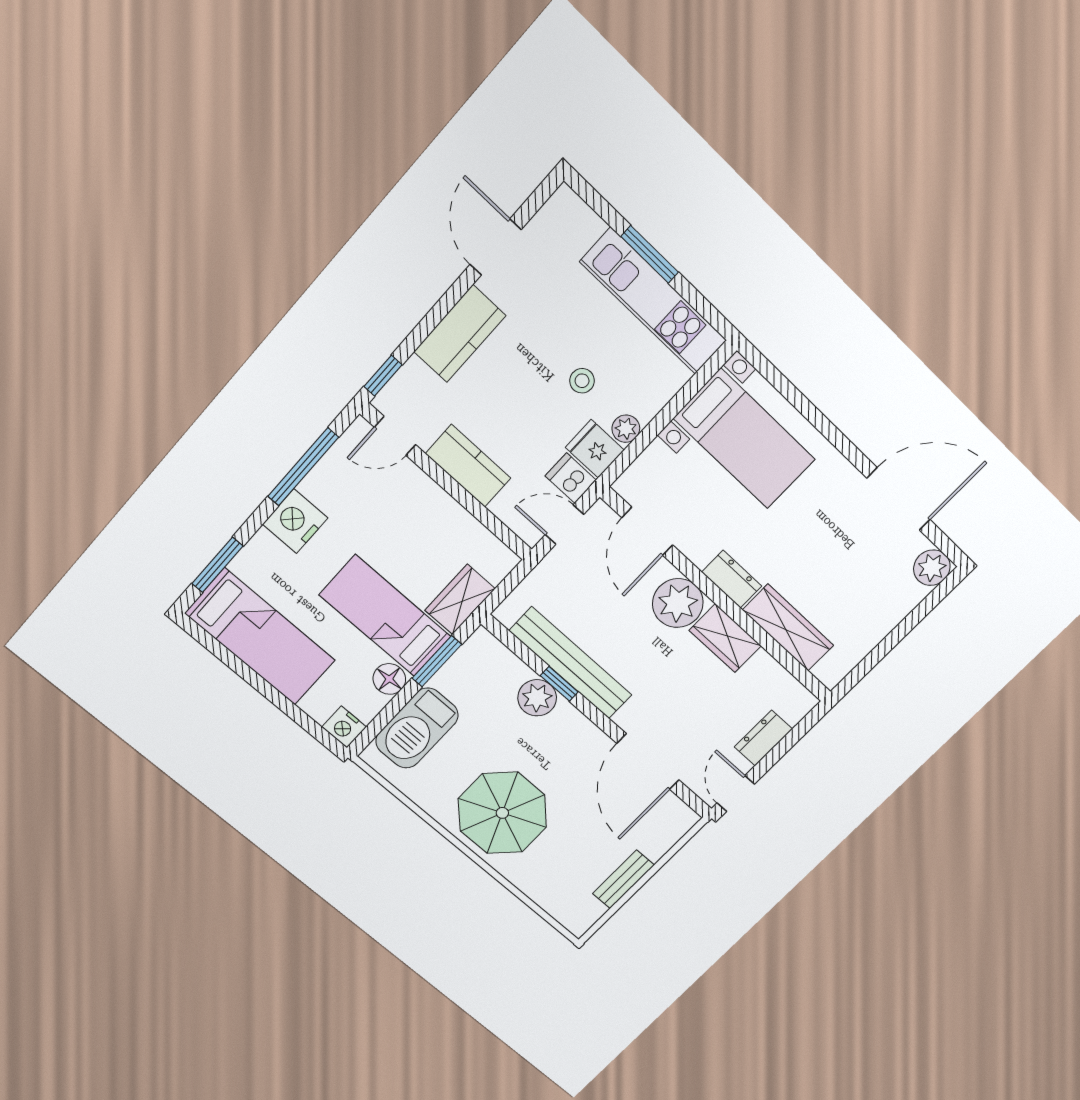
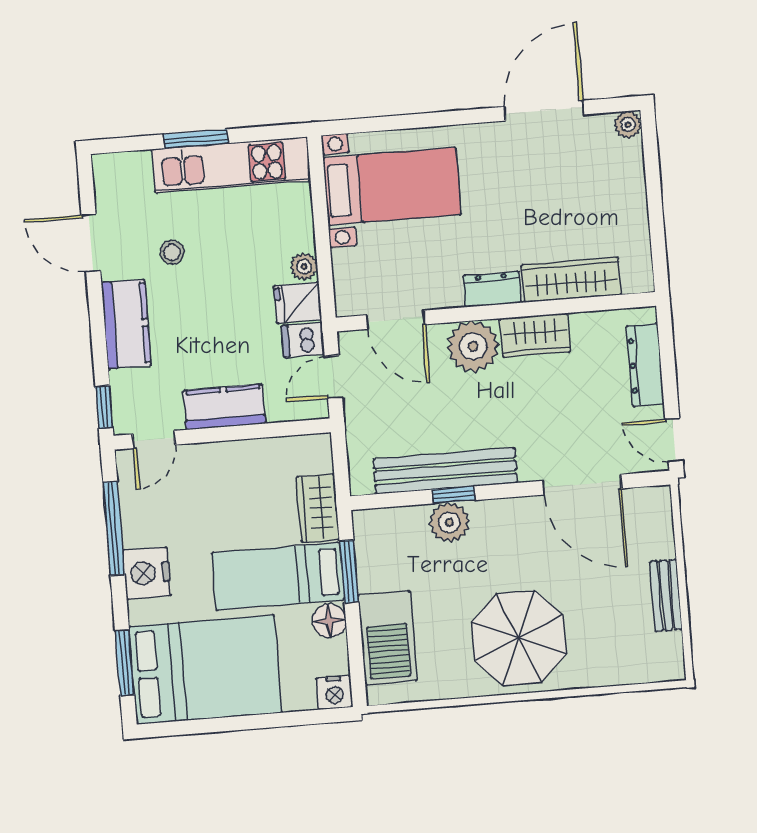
stool: (582, 381) -> (172, 252), moved
plant: (932, 568) -> (628, 124), width x0.73, depth x0.73
bed: (260, 637) -> (205, 670), width x1.50
dresser: (763, 738) -> (645, 365), width x1.44

